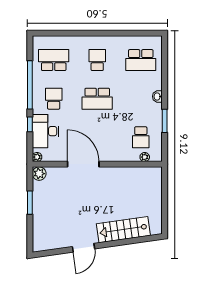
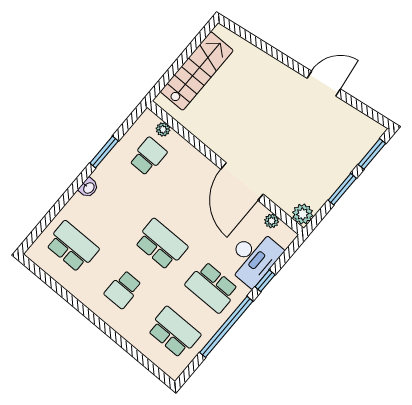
school desk: (54, 60) -> (174, 332), turned 180
school desk: (54, 99) -> (212, 287), width x1.85
plant: (37, 157) -> (272, 221), moved
stairs: (123, 230) -> (197, 71), moved, turned -82
window: (30, 233) -> (372, 154), added

